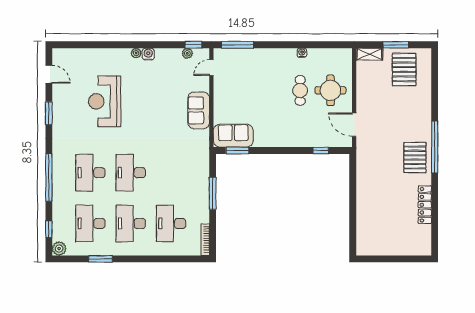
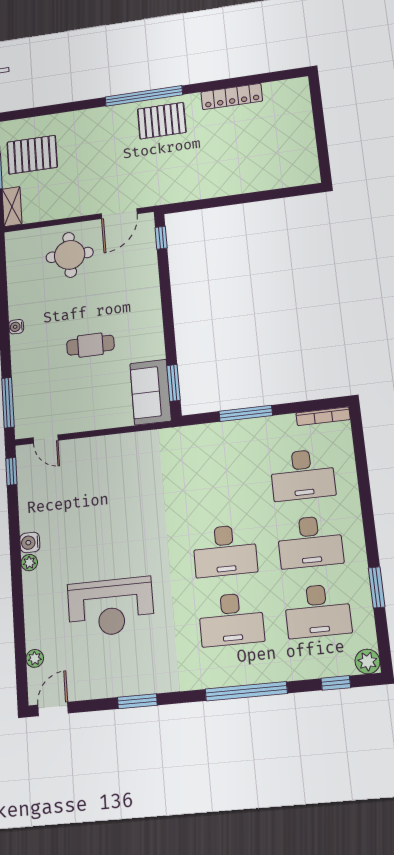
plant: (187, 53) -> (35, 658), moved
water cooler: (302, 53) -> (16, 327), moved
door: (49, 74) -> (53, 709), moved
cafe table: (300, 90) -> (90, 345), moved
sofa: (199, 110) -> (114, 451), removed
window: (321, 150) -> (161, 238), moved

